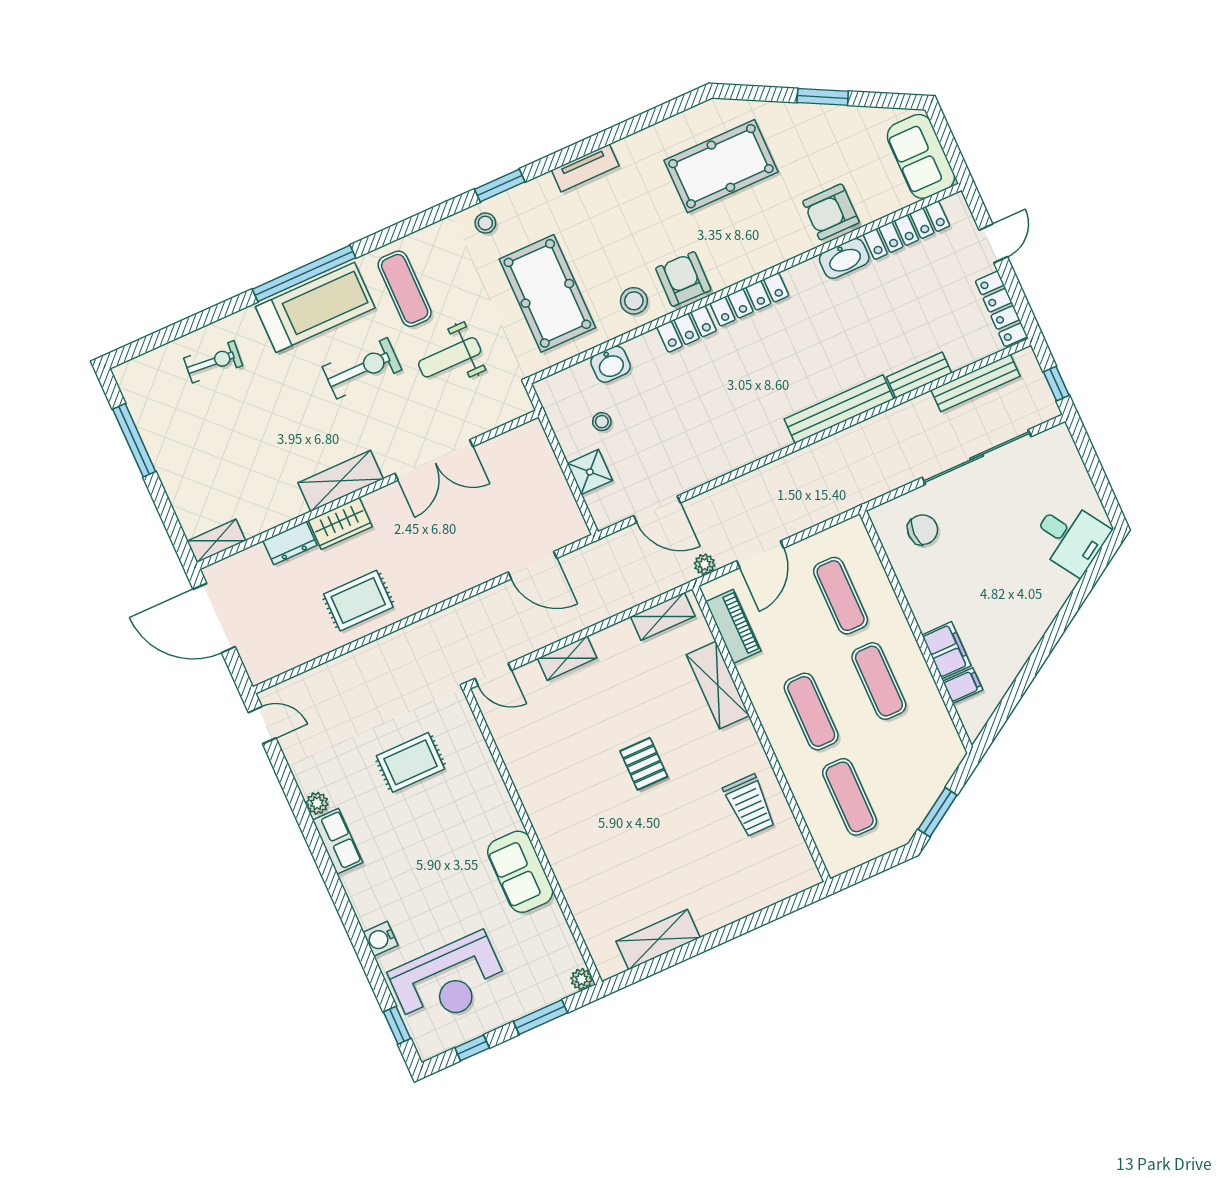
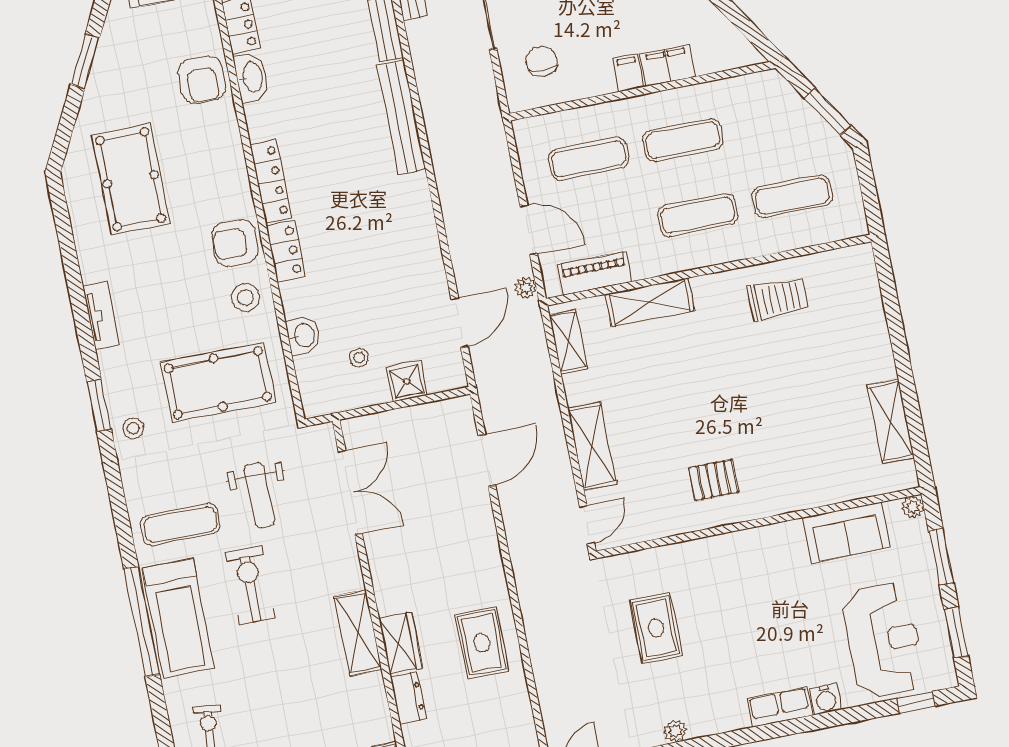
treadmill: (315, 307) -> (178, 618), turned 180
double door: (434, 460) -> (350, 493), moved
shelving: (567, 658) -> (592, 446), width x1.50, depth x1.33
filing cabinet: (963, 686) -> (628, 73), moved
pallet: (644, 764) -> (713, 480), moved
row of seats: (338, 841) -> (780, 707), moved
sofa: (520, 872) -> (846, 532), moved
window: (472, 1048) -> (956, 632), width x1.50

